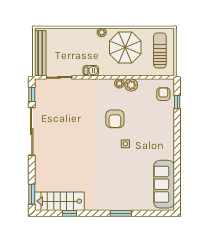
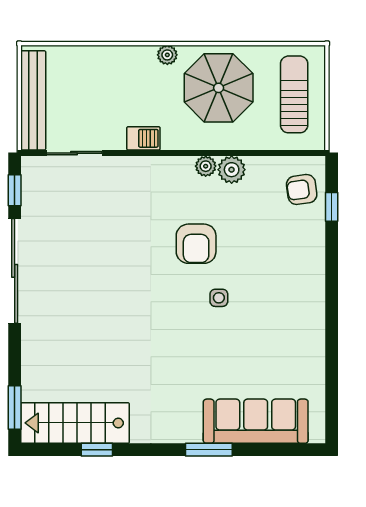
armchair: (163, 94) -> (302, 189), turned -98
sofa: (164, 184) -> (256, 421), moved, turned 90

